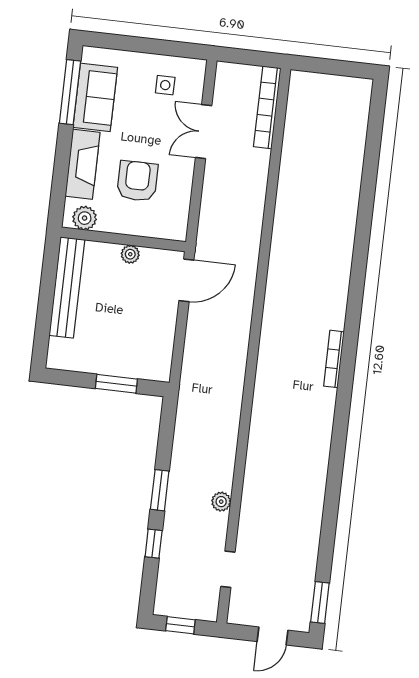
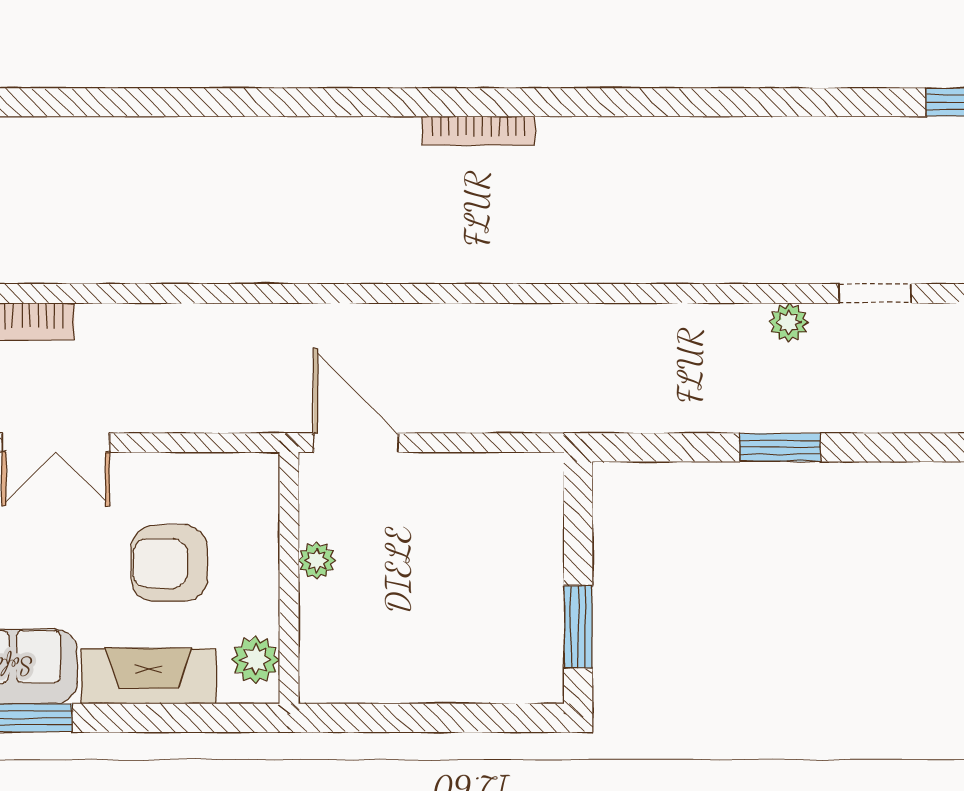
bench: (67, 287) -> (398, 679), removed
window: (116, 384) -> (578, 627), moved
window: (154, 544) -> (888, 447), removed
doorway: (228, 569) -> (875, 293), moved

